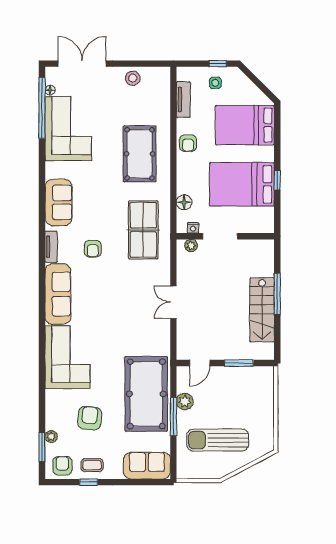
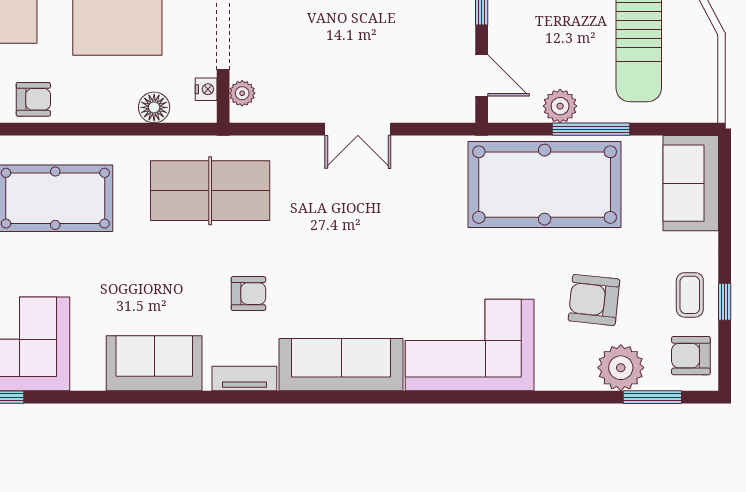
plant: (51, 437) -> (621, 368), width x1.88, depth x1.88

